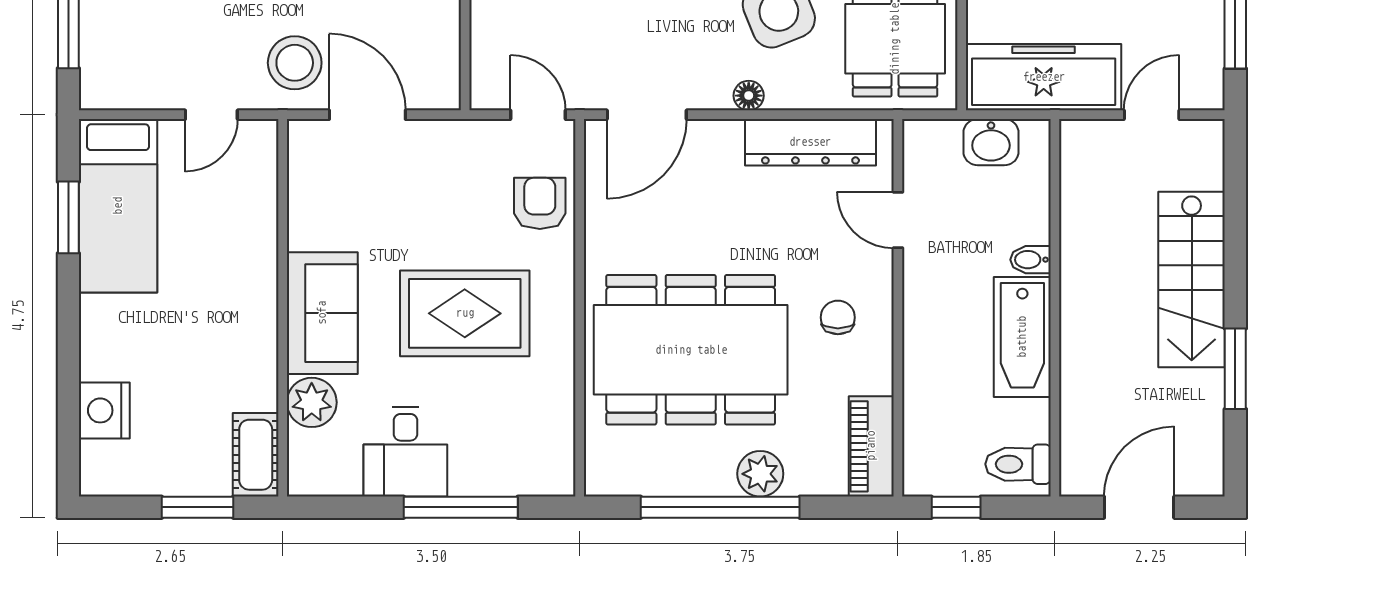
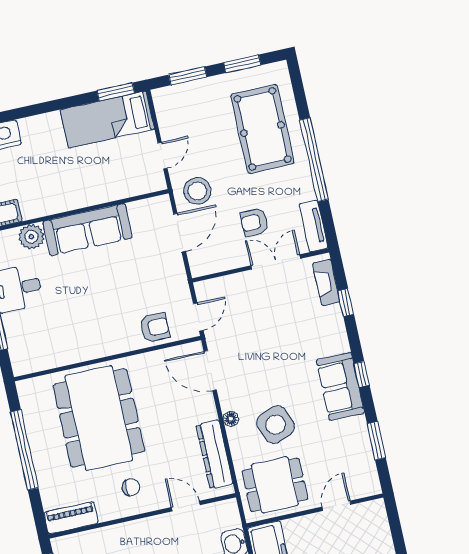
door: (211, 115) -> (163, 156), swing flipped
window: (68, 217) -> (116, 92), moved
door: (898, 220) -> (186, 506), hinge flipped
sofa: (322, 313) -> (88, 230), width x1.36
rug: (465, 313) -> (92, 302), removed
plant: (760, 474) -> (45, 466), removed

